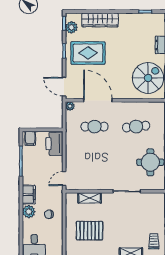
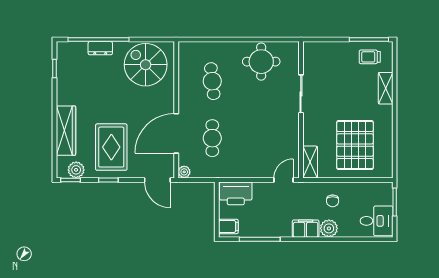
door: (64, 87) -> (157, 180), hinge flipped
door: (64, 179) -> (284, 180), swing flipped
shelving: (90, 198) -> (310, 162), moved
pallet: (90, 231) -> (355, 145), width x1.37, depth x1.41

